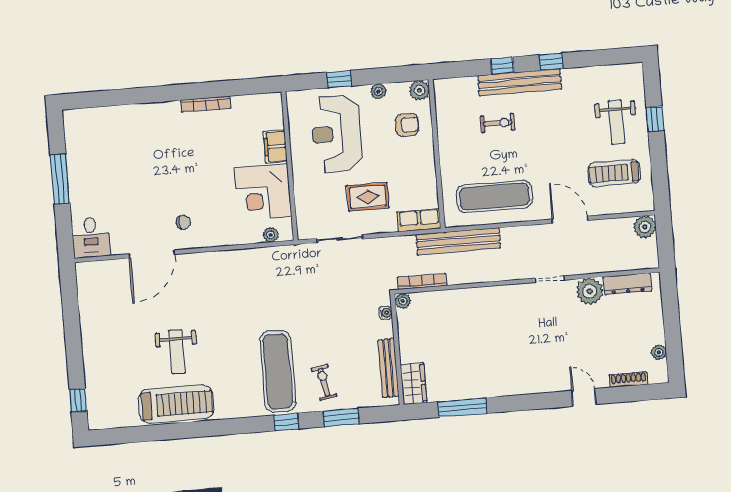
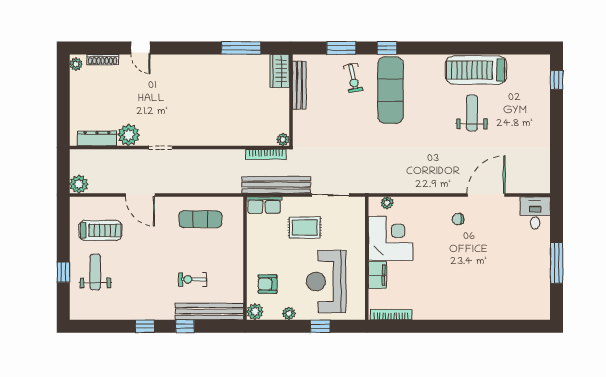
bench: (520, 82) -> (209, 311), moved
bookcase: (206, 104) -> (391, 315), moved
reception desk: (336, 134) -> (326, 282), turned 180
exercise mat: (495, 196) -> (200, 219), width x0.73, depth x0.69
bench: (458, 241) -> (276, 185), moved
water cooler: (386, 313) -> (298, 131), removed
plant: (659, 352) -> (76, 64), moved

